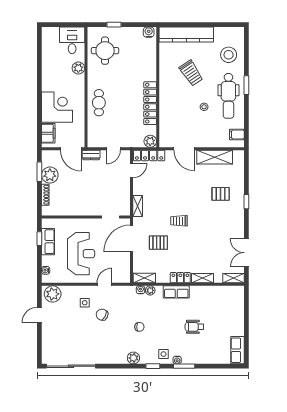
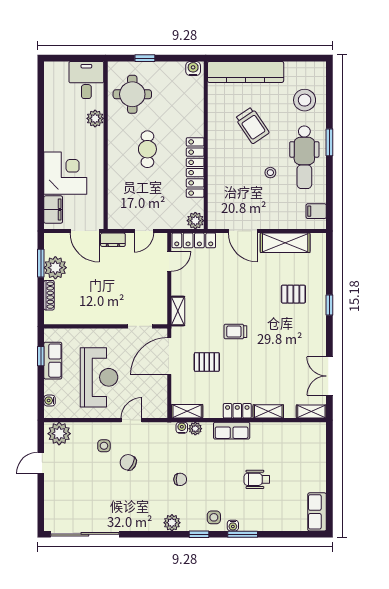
cafe table: (99, 103) -> (147, 149), moved

